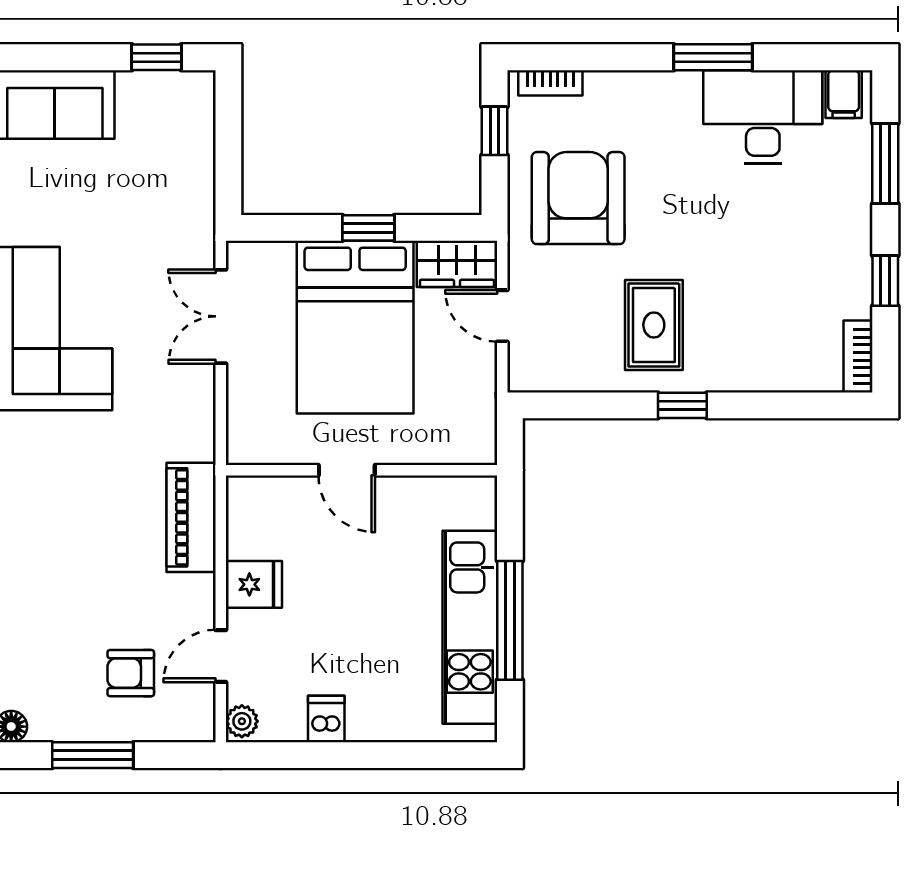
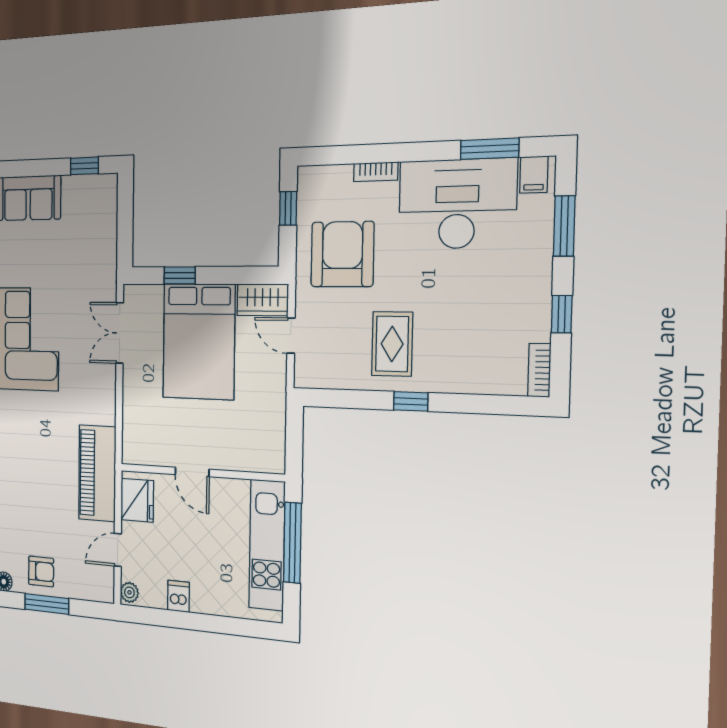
window: (713, 57) -> (490, 149), moved
bookcase: (550, 83) -> (376, 172), moved
desk: (763, 117) -> (457, 204), width x1.36, depth x1.30
window: (368, 228) -> (180, 275), moved
door: (347, 470) -> (192, 472), moved
wall: (361, 470) -> (201, 473), moved
piano: (191, 517) -> (97, 473), width x1.37, depth x1.33
fridge: (254, 584) -> (137, 500), width x1.38
armchair: (131, 673) -> (41, 571), moved, turned 180

